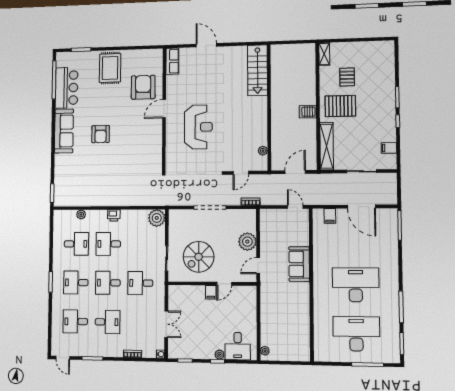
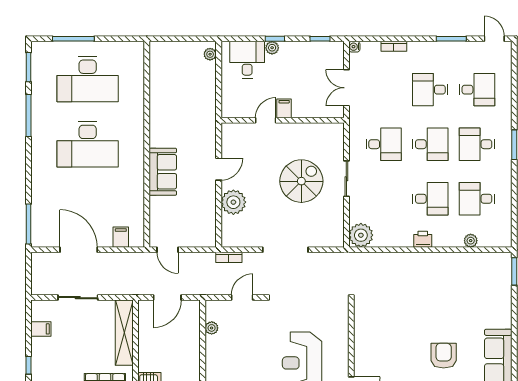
desk: (76, 283) -> (477, 144), turned 180
wall: (212, 284) -> (283, 120), moved
door: (224, 284) -> (266, 120), moved
filing cabinet: (211, 292) -> (284, 108), moved

